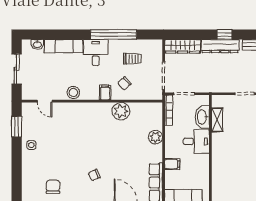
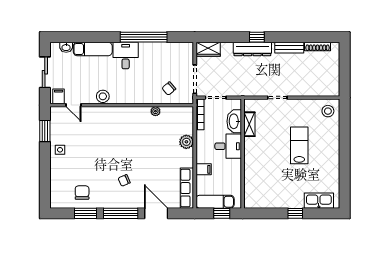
wardrobe: (183, 46) -> (208, 49), width x0.67
trolley: (132, 59) -> (163, 62), removed
chair: (124, 83) -> (169, 89), moved
filing cabinet: (105, 93) -> (59, 96), moved
plant: (121, 111) -> (155, 111), width x0.53, depth x0.53

